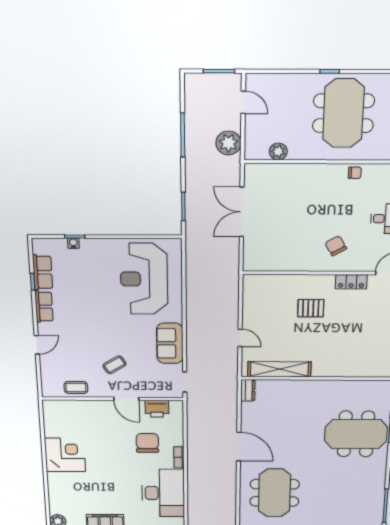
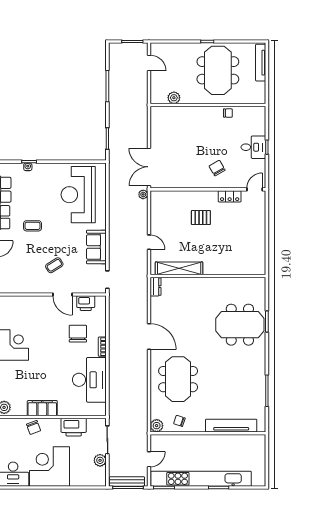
plant: (229, 143) -> (143, 194), moved, width x0.53, depth x0.53
double door: (242, 212) -> (149, 167), moved
coffee table: (76, 387) -> (33, 226), moved

